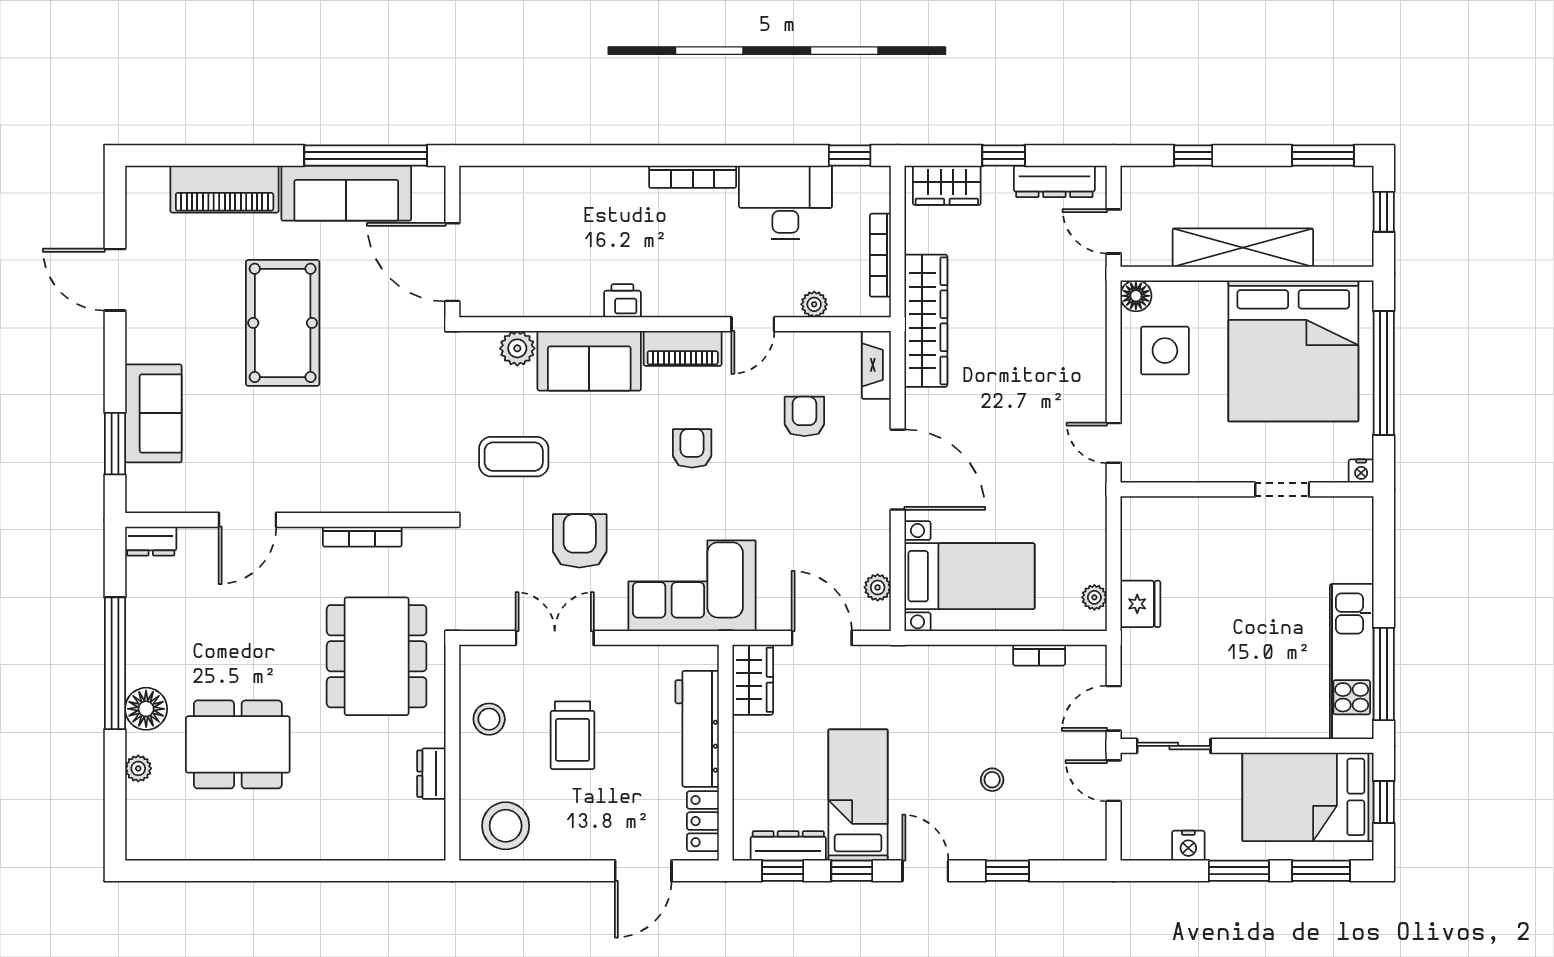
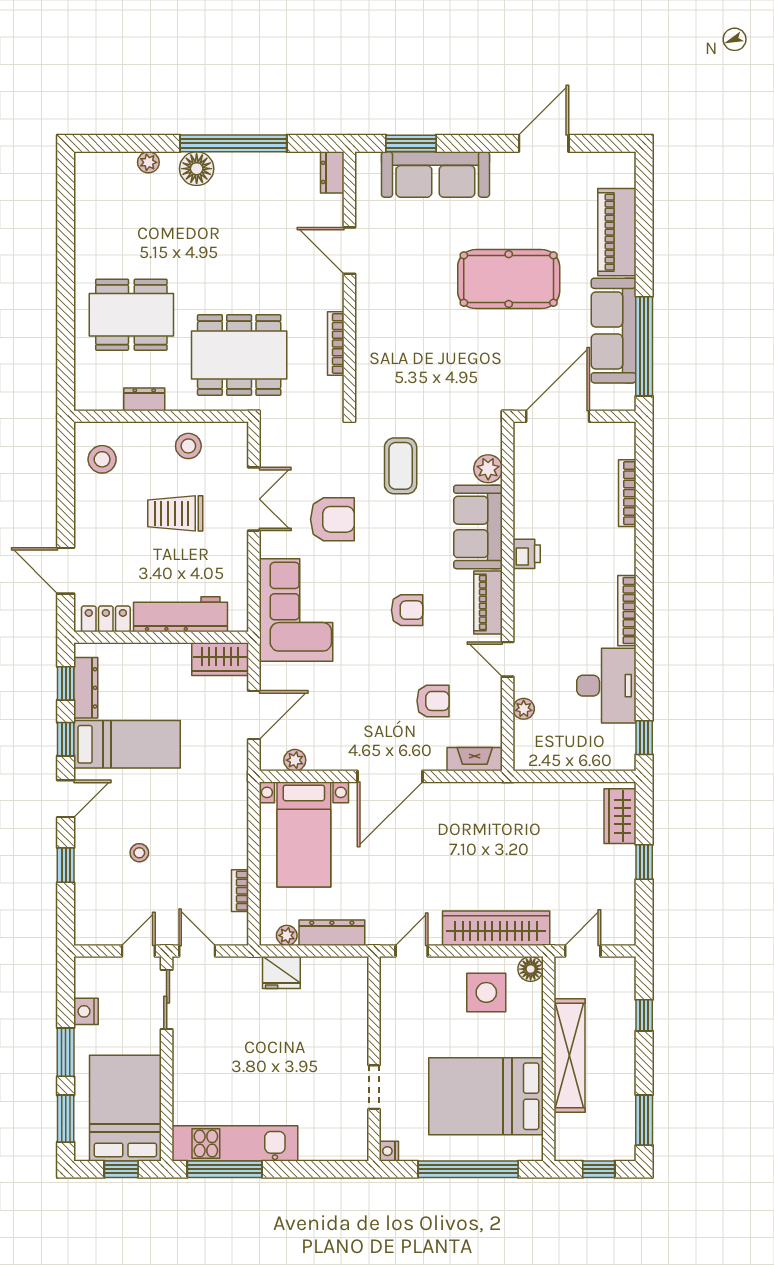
dresser: (1054, 181) -> (332, 933), moved, turned 90
bookcase: (880, 255) -> (627, 493), moved, turned -90
wardrobe: (926, 321) -> (496, 928), moved, turned 180
bed: (1293, 351) -> (486, 1096), width x0.73
sofa: (153, 413) -> (435, 175), width x1.36
dining table: (238, 744) -> (131, 315), moved, turned 90
stool: (506, 826) -> (102, 459), width x0.73, depth x0.73

